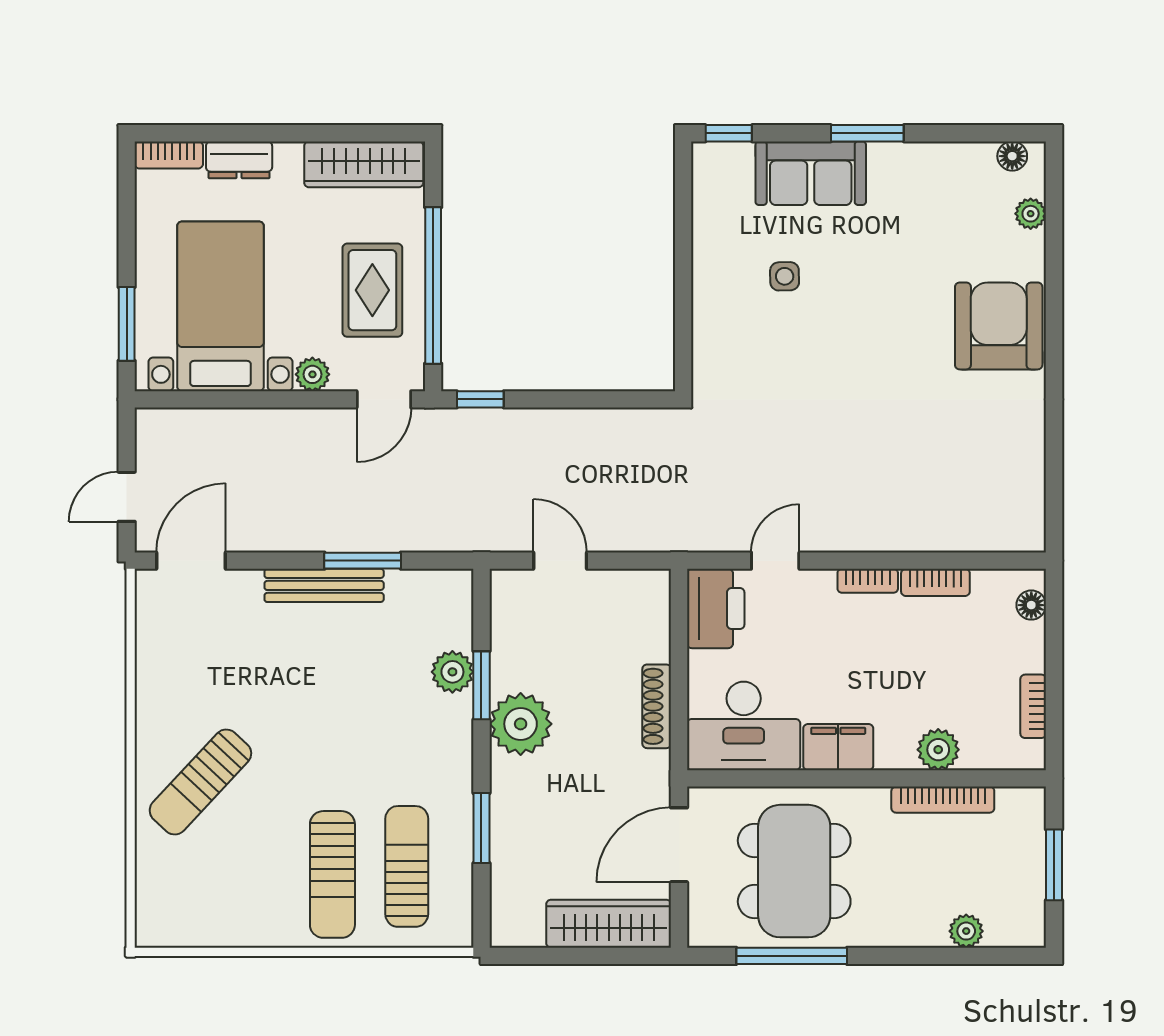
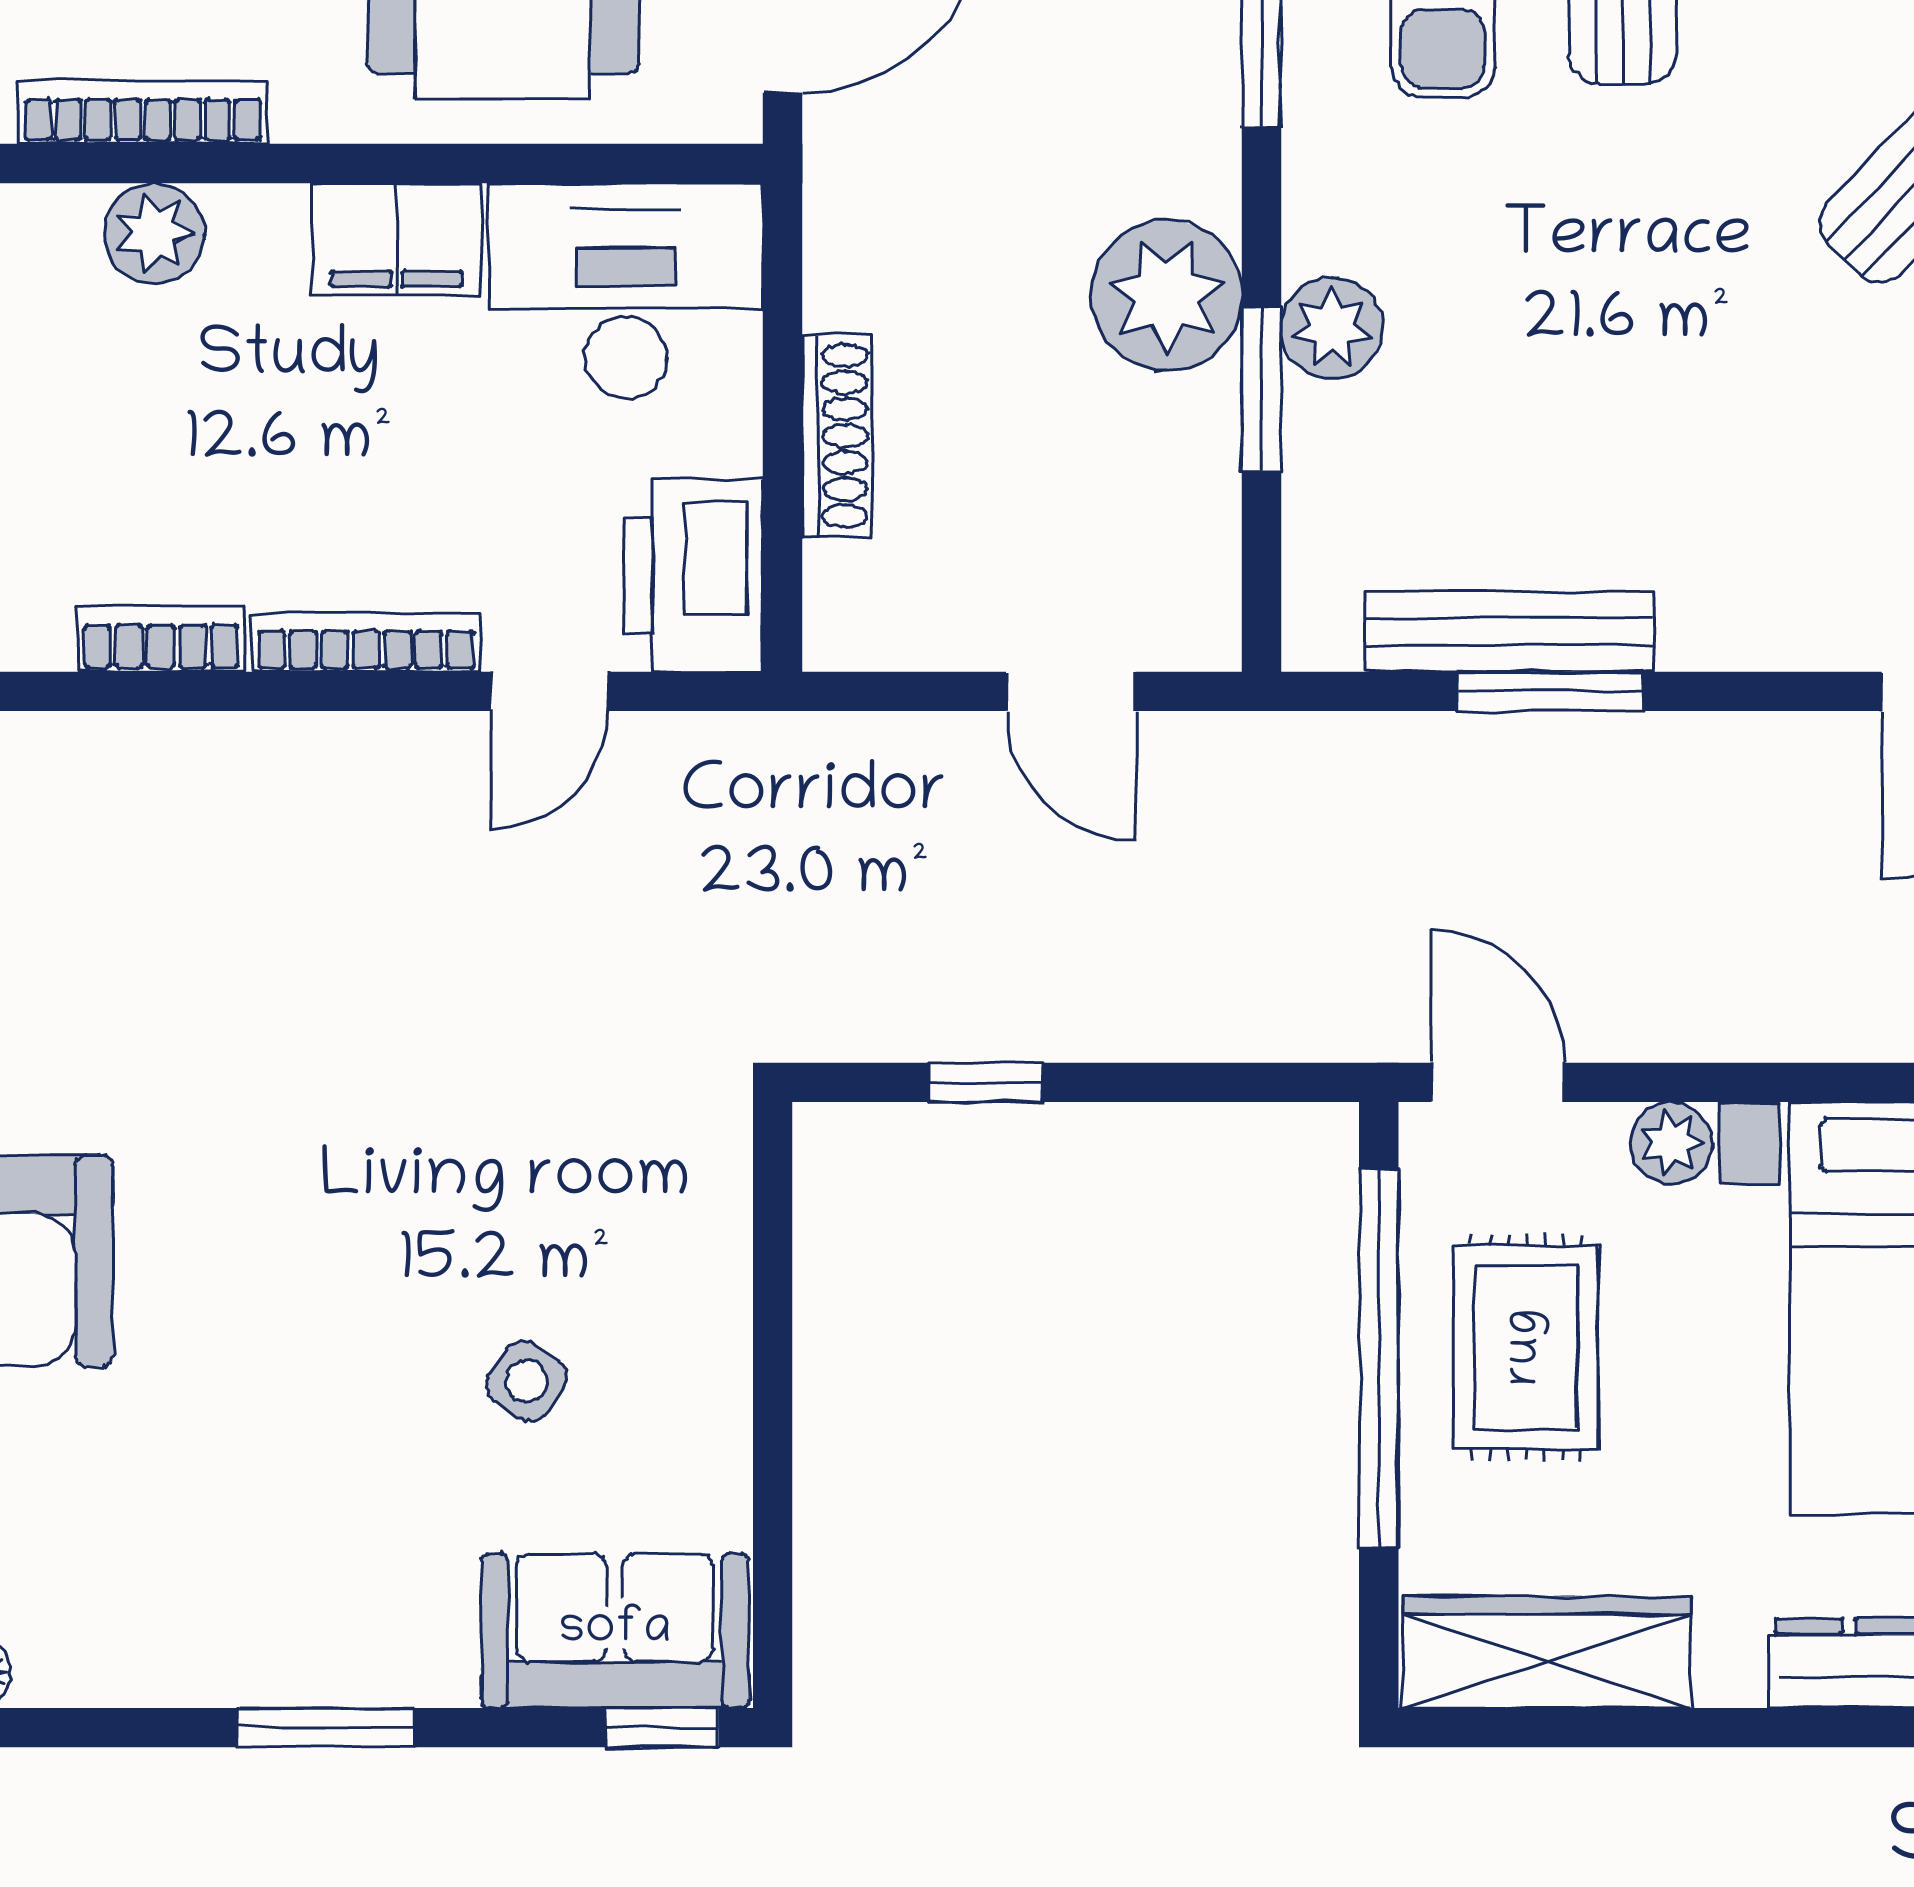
sofa: (811, 173) -> (615, 1631), moved
side table: (785, 276) -> (527, 1381), turned 35
door: (384, 399) -> (1498, 1082), hinge flipped
window: (480, 399) -> (986, 1082), moved
bookcase: (868, 581) -> (366, 643), width x1.56
bench: (324, 585) -> (1509, 631), moved
plant: (452, 672) -> (1332, 328), moved
shoe rack: (657, 706) -> (837, 436), moved

